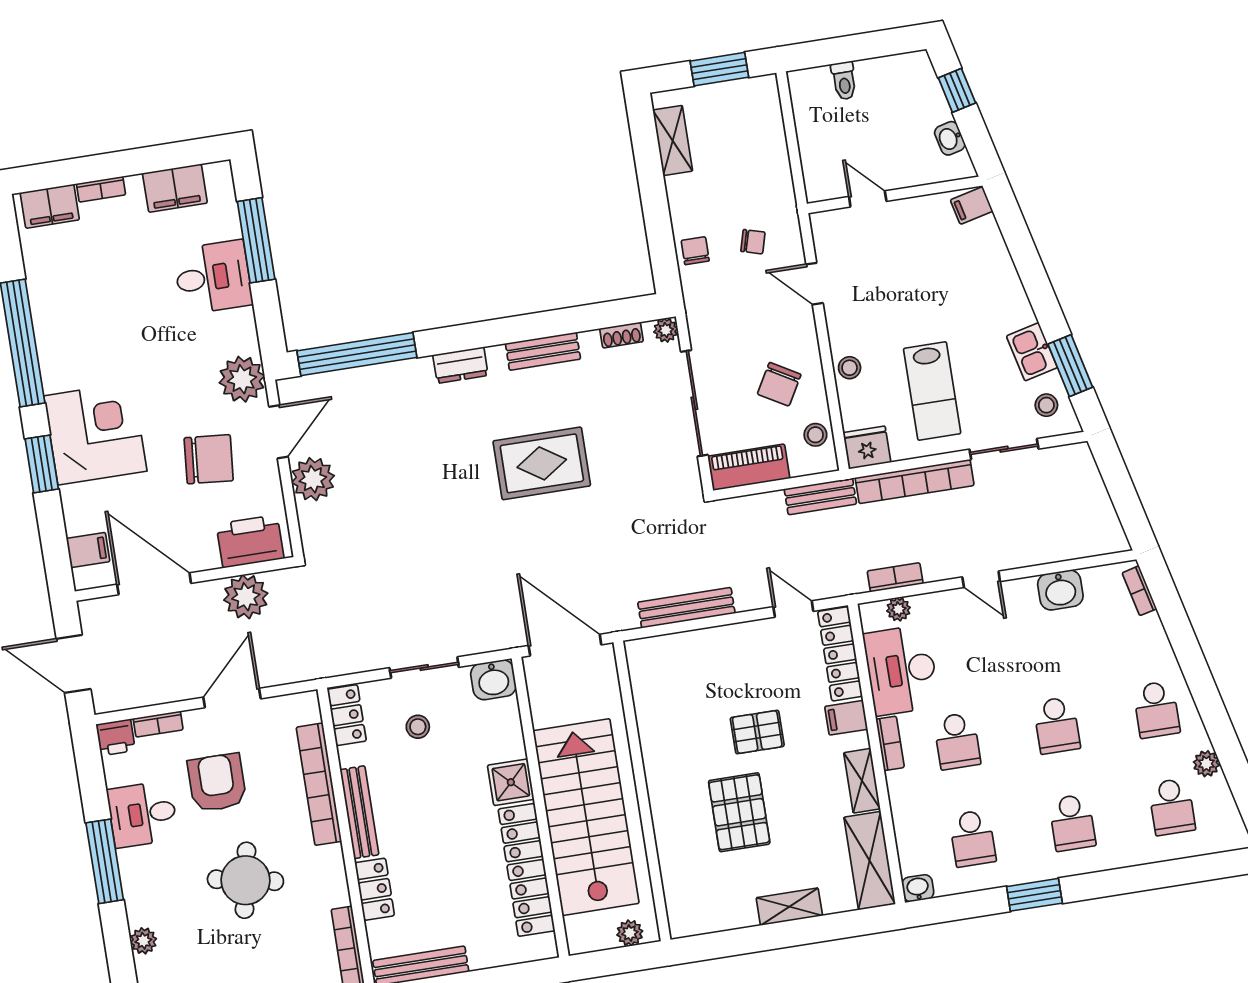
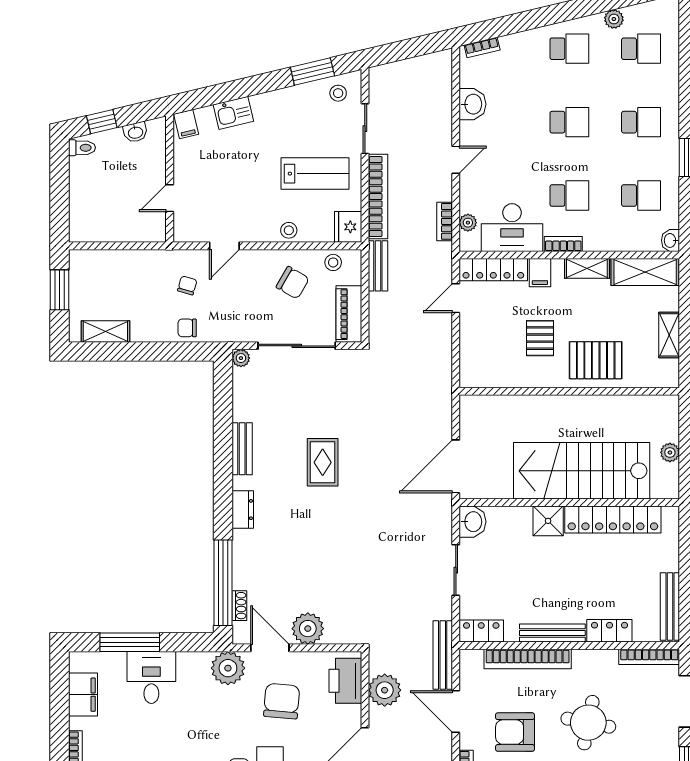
toilet: (844, 81) -> (82, 148), moved
shoe rack: (621, 335) -> (239, 606), moved
kitchen sink: (1032, 352) -> (233, 113), moved
rug: (542, 463) -> (323, 462), width x0.73, depth x0.70
bench: (686, 608) -> (443, 655), moved
stool: (418, 727) -> (498, 581), removed
wall: (642, 791) -> (569, 391), moved

